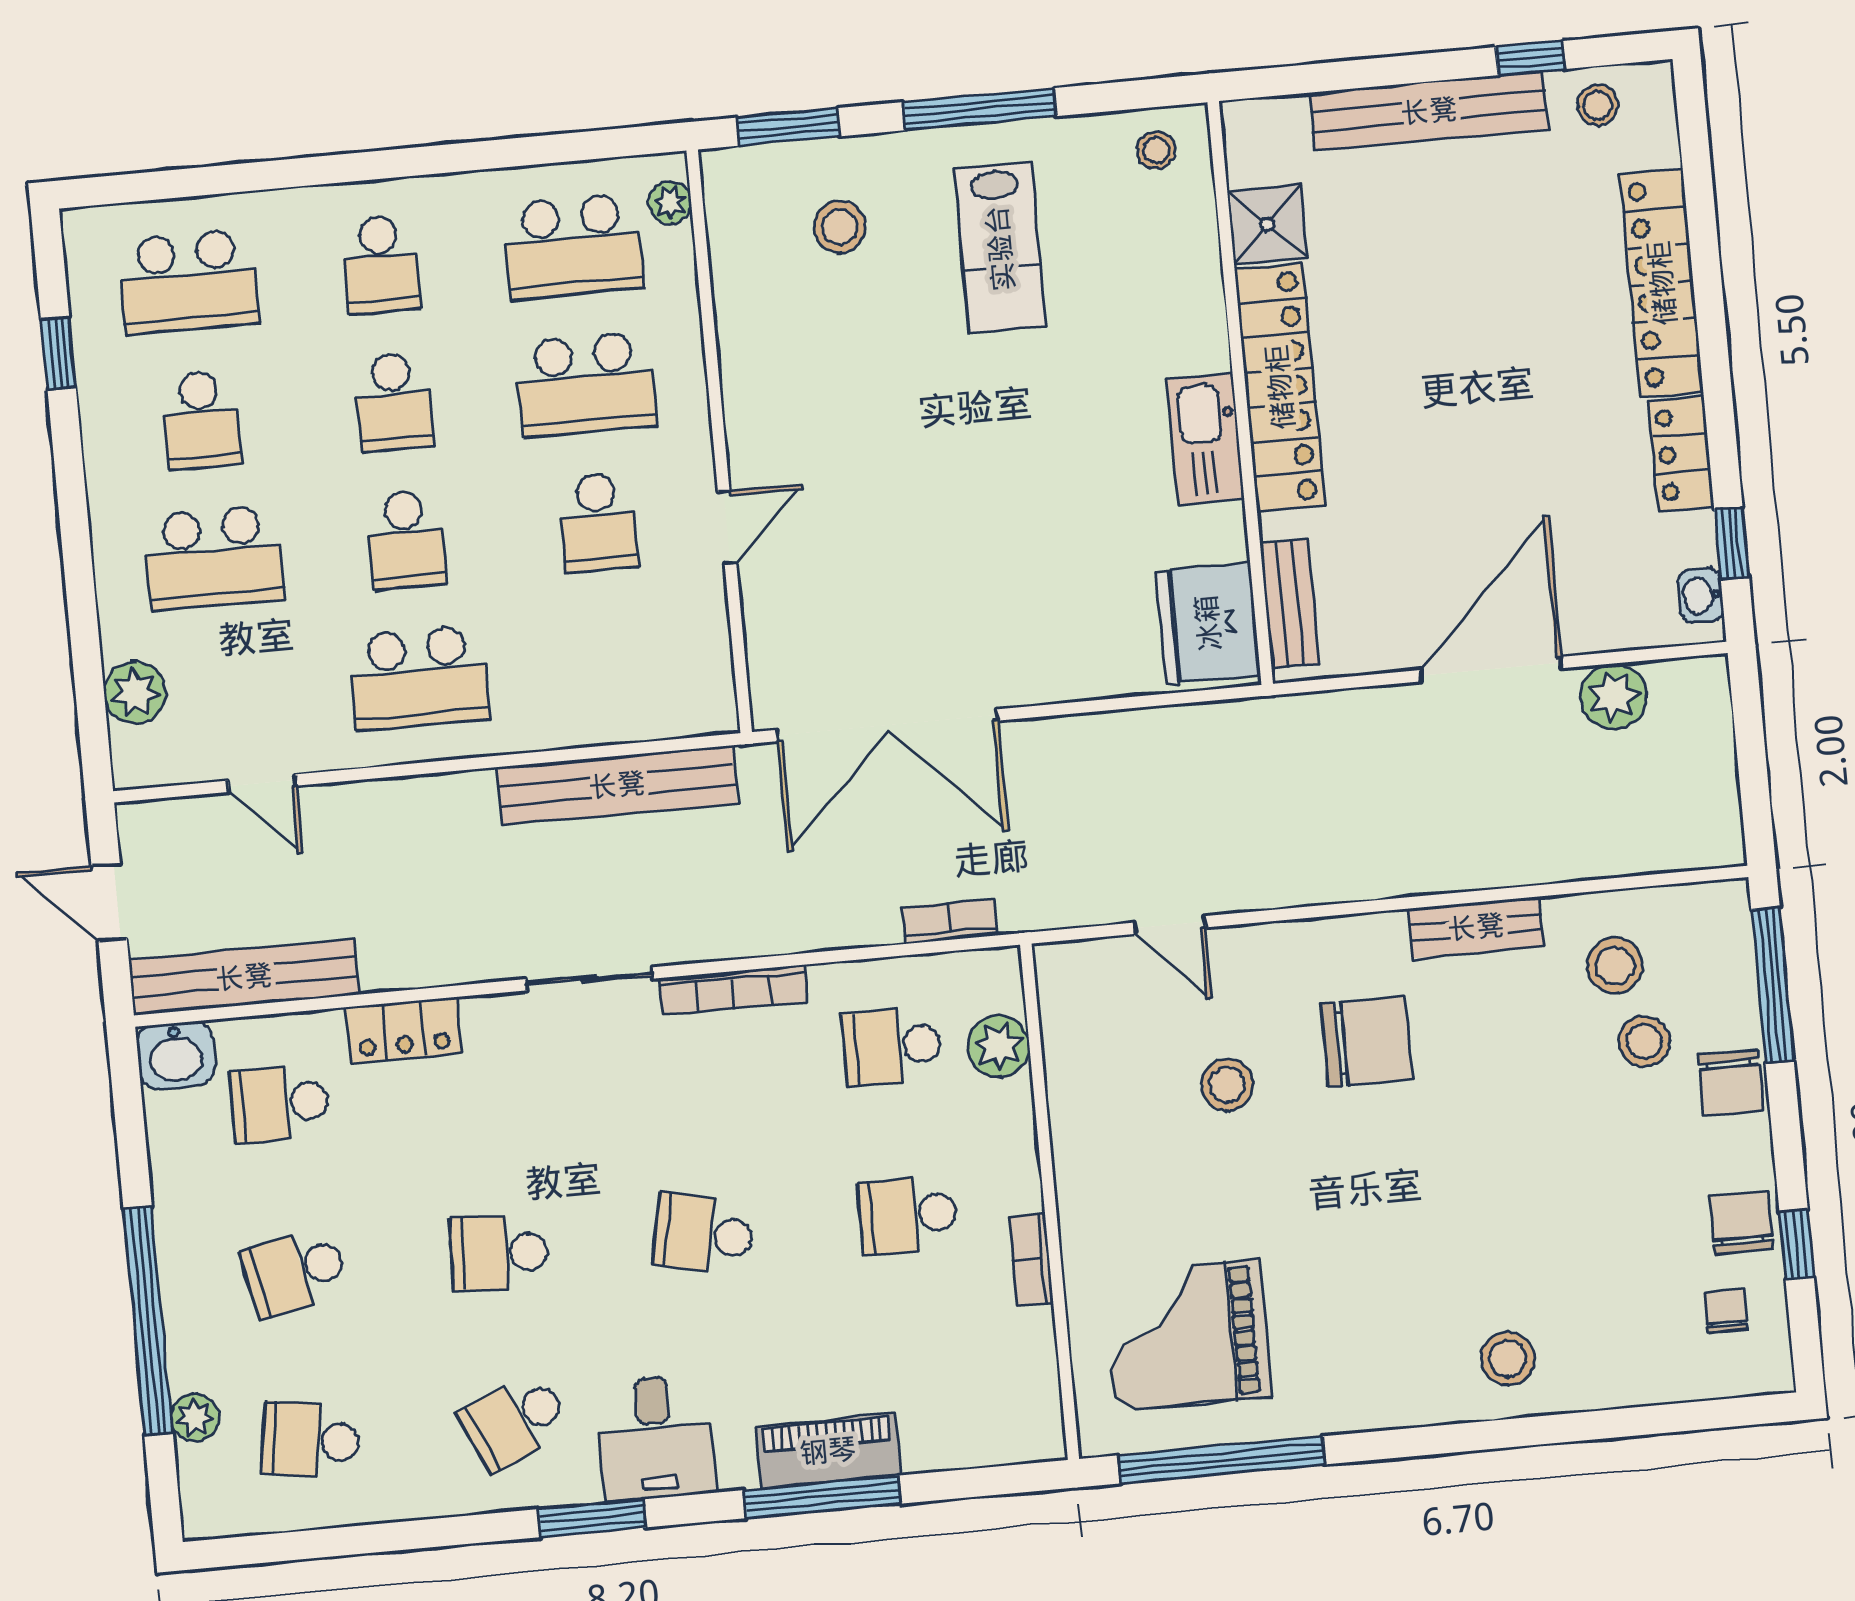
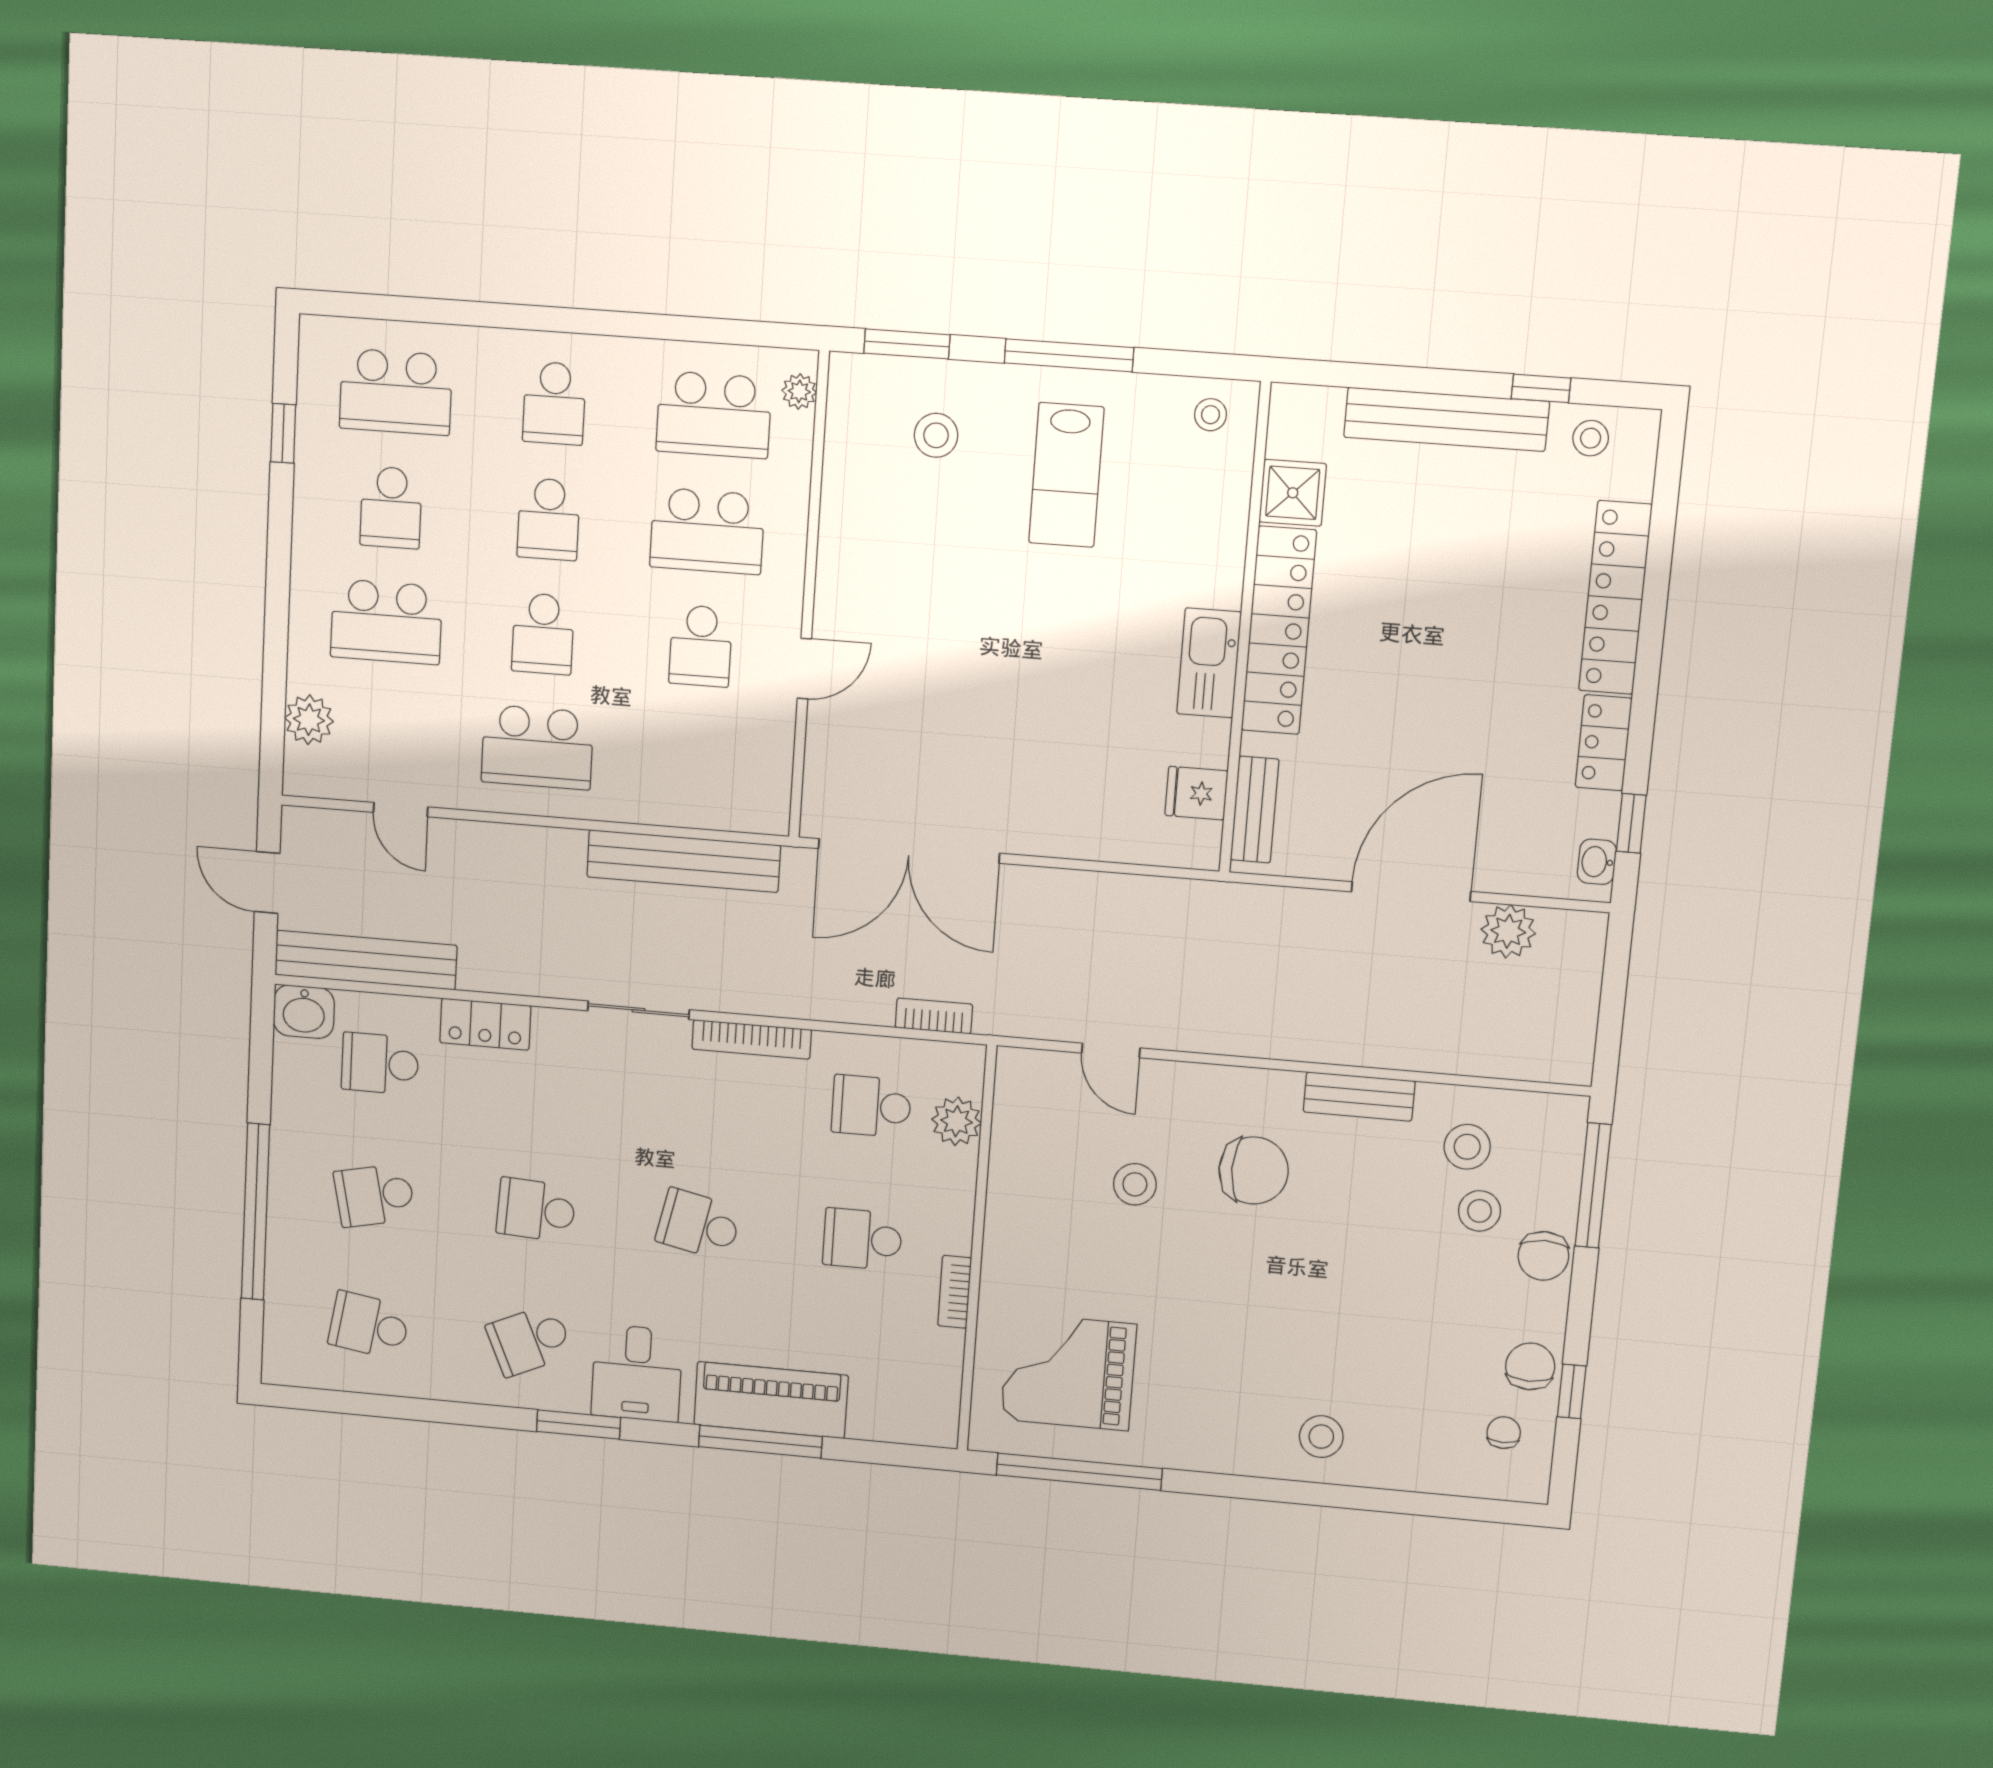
fridge: (1208, 623) -> (1196, 793), width x0.53, depth x0.75
plant: (195, 1418) -> (282, 1292), removed
piano: (828, 1451) -> (771, 1400), width x1.37, depth x1.33

